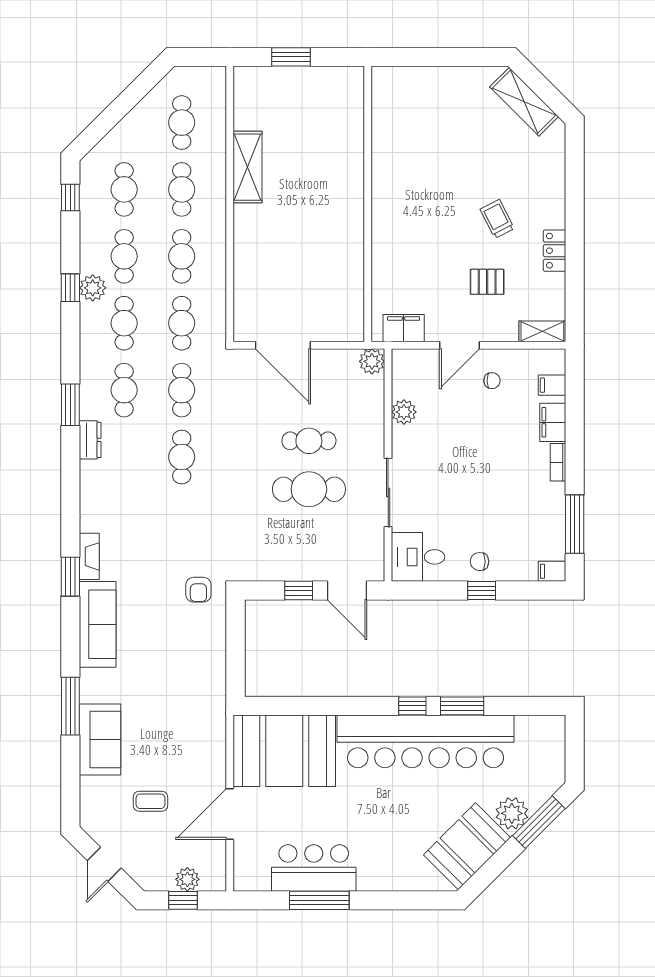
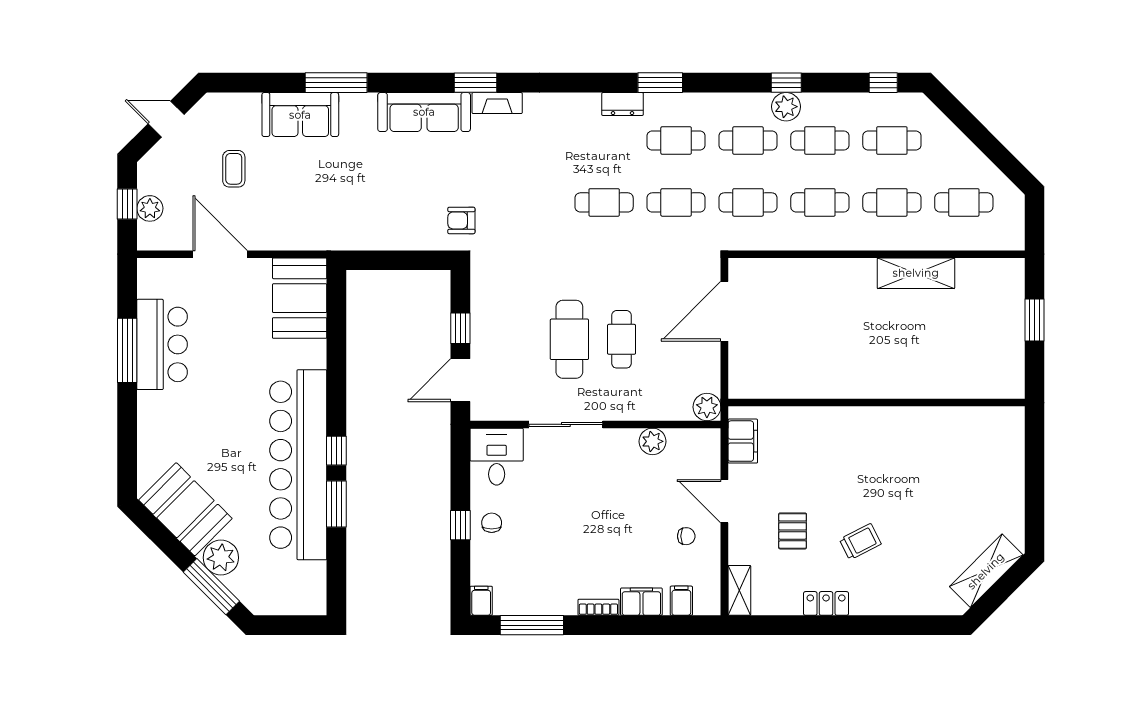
chair: (492, 381) -> (686, 536), turned -90
booth: (284, 751) -> (300, 298), width x0.73, depth x0.70

